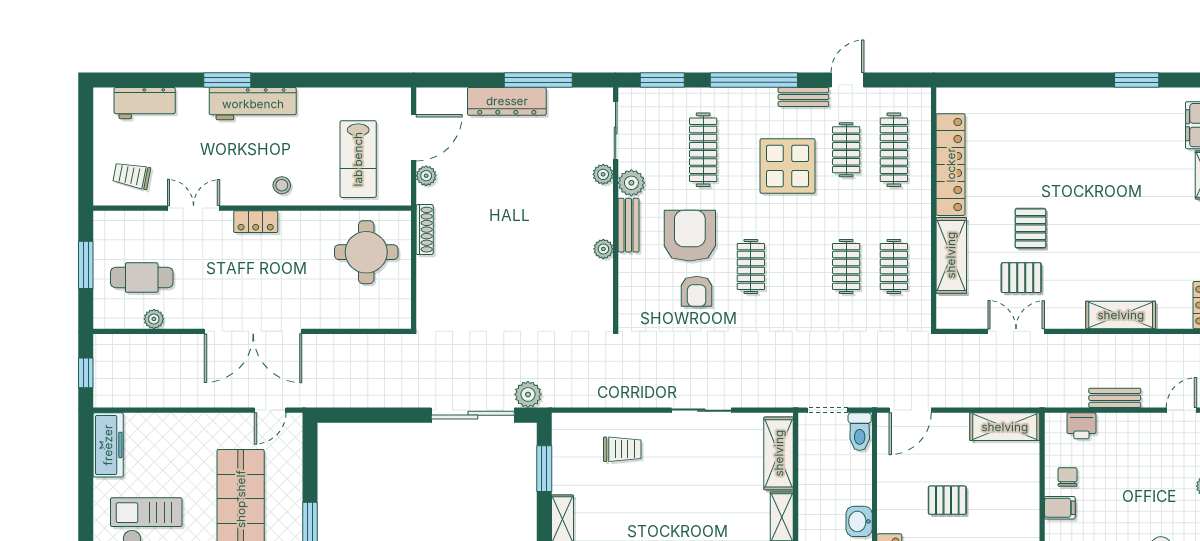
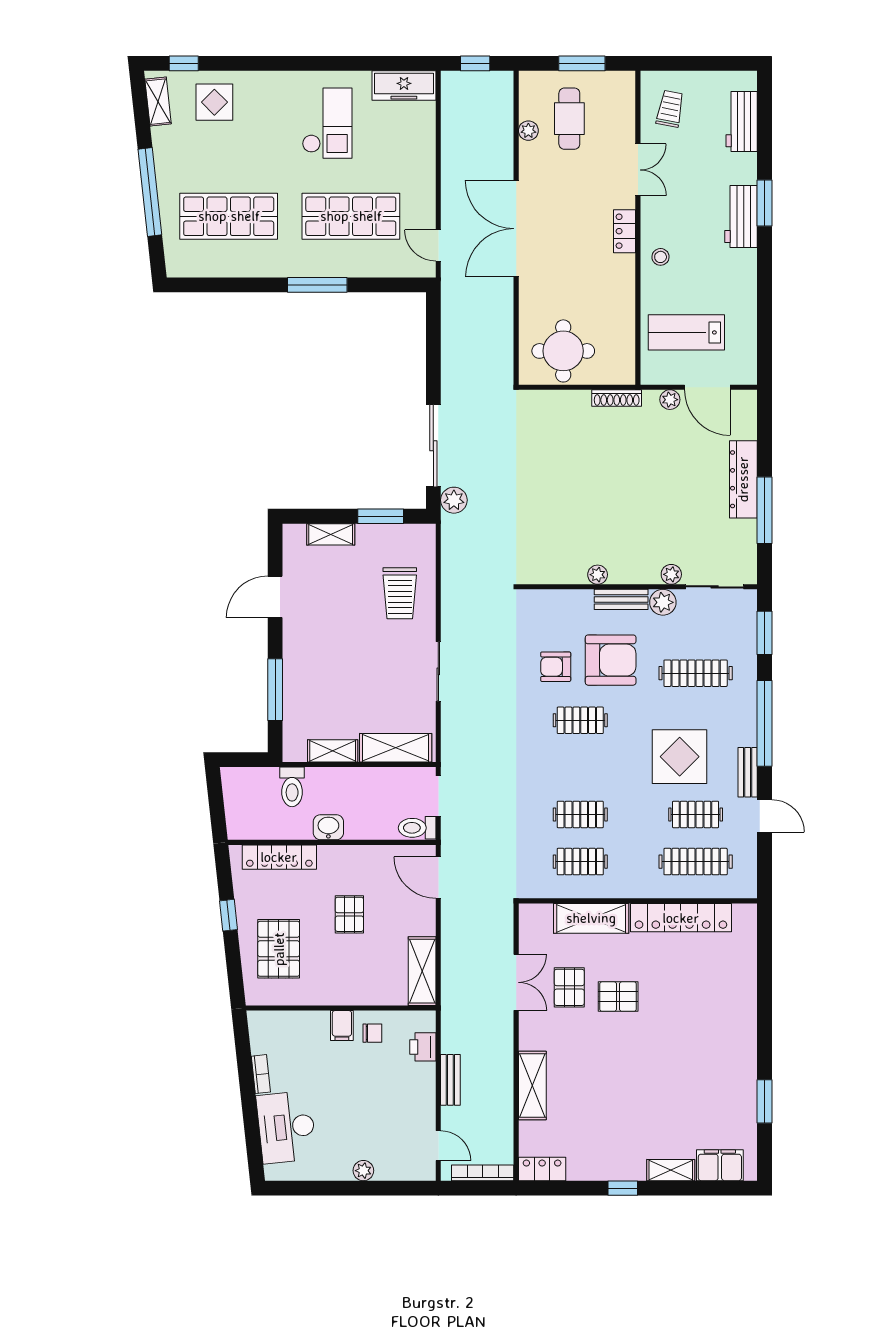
workbench: (253, 104) -> (741, 217), width x0.73
round table: (366, 252) -> (563, 351), moved
trolley: (622, 449) -> (400, 593), width x1.36, depth x1.39

